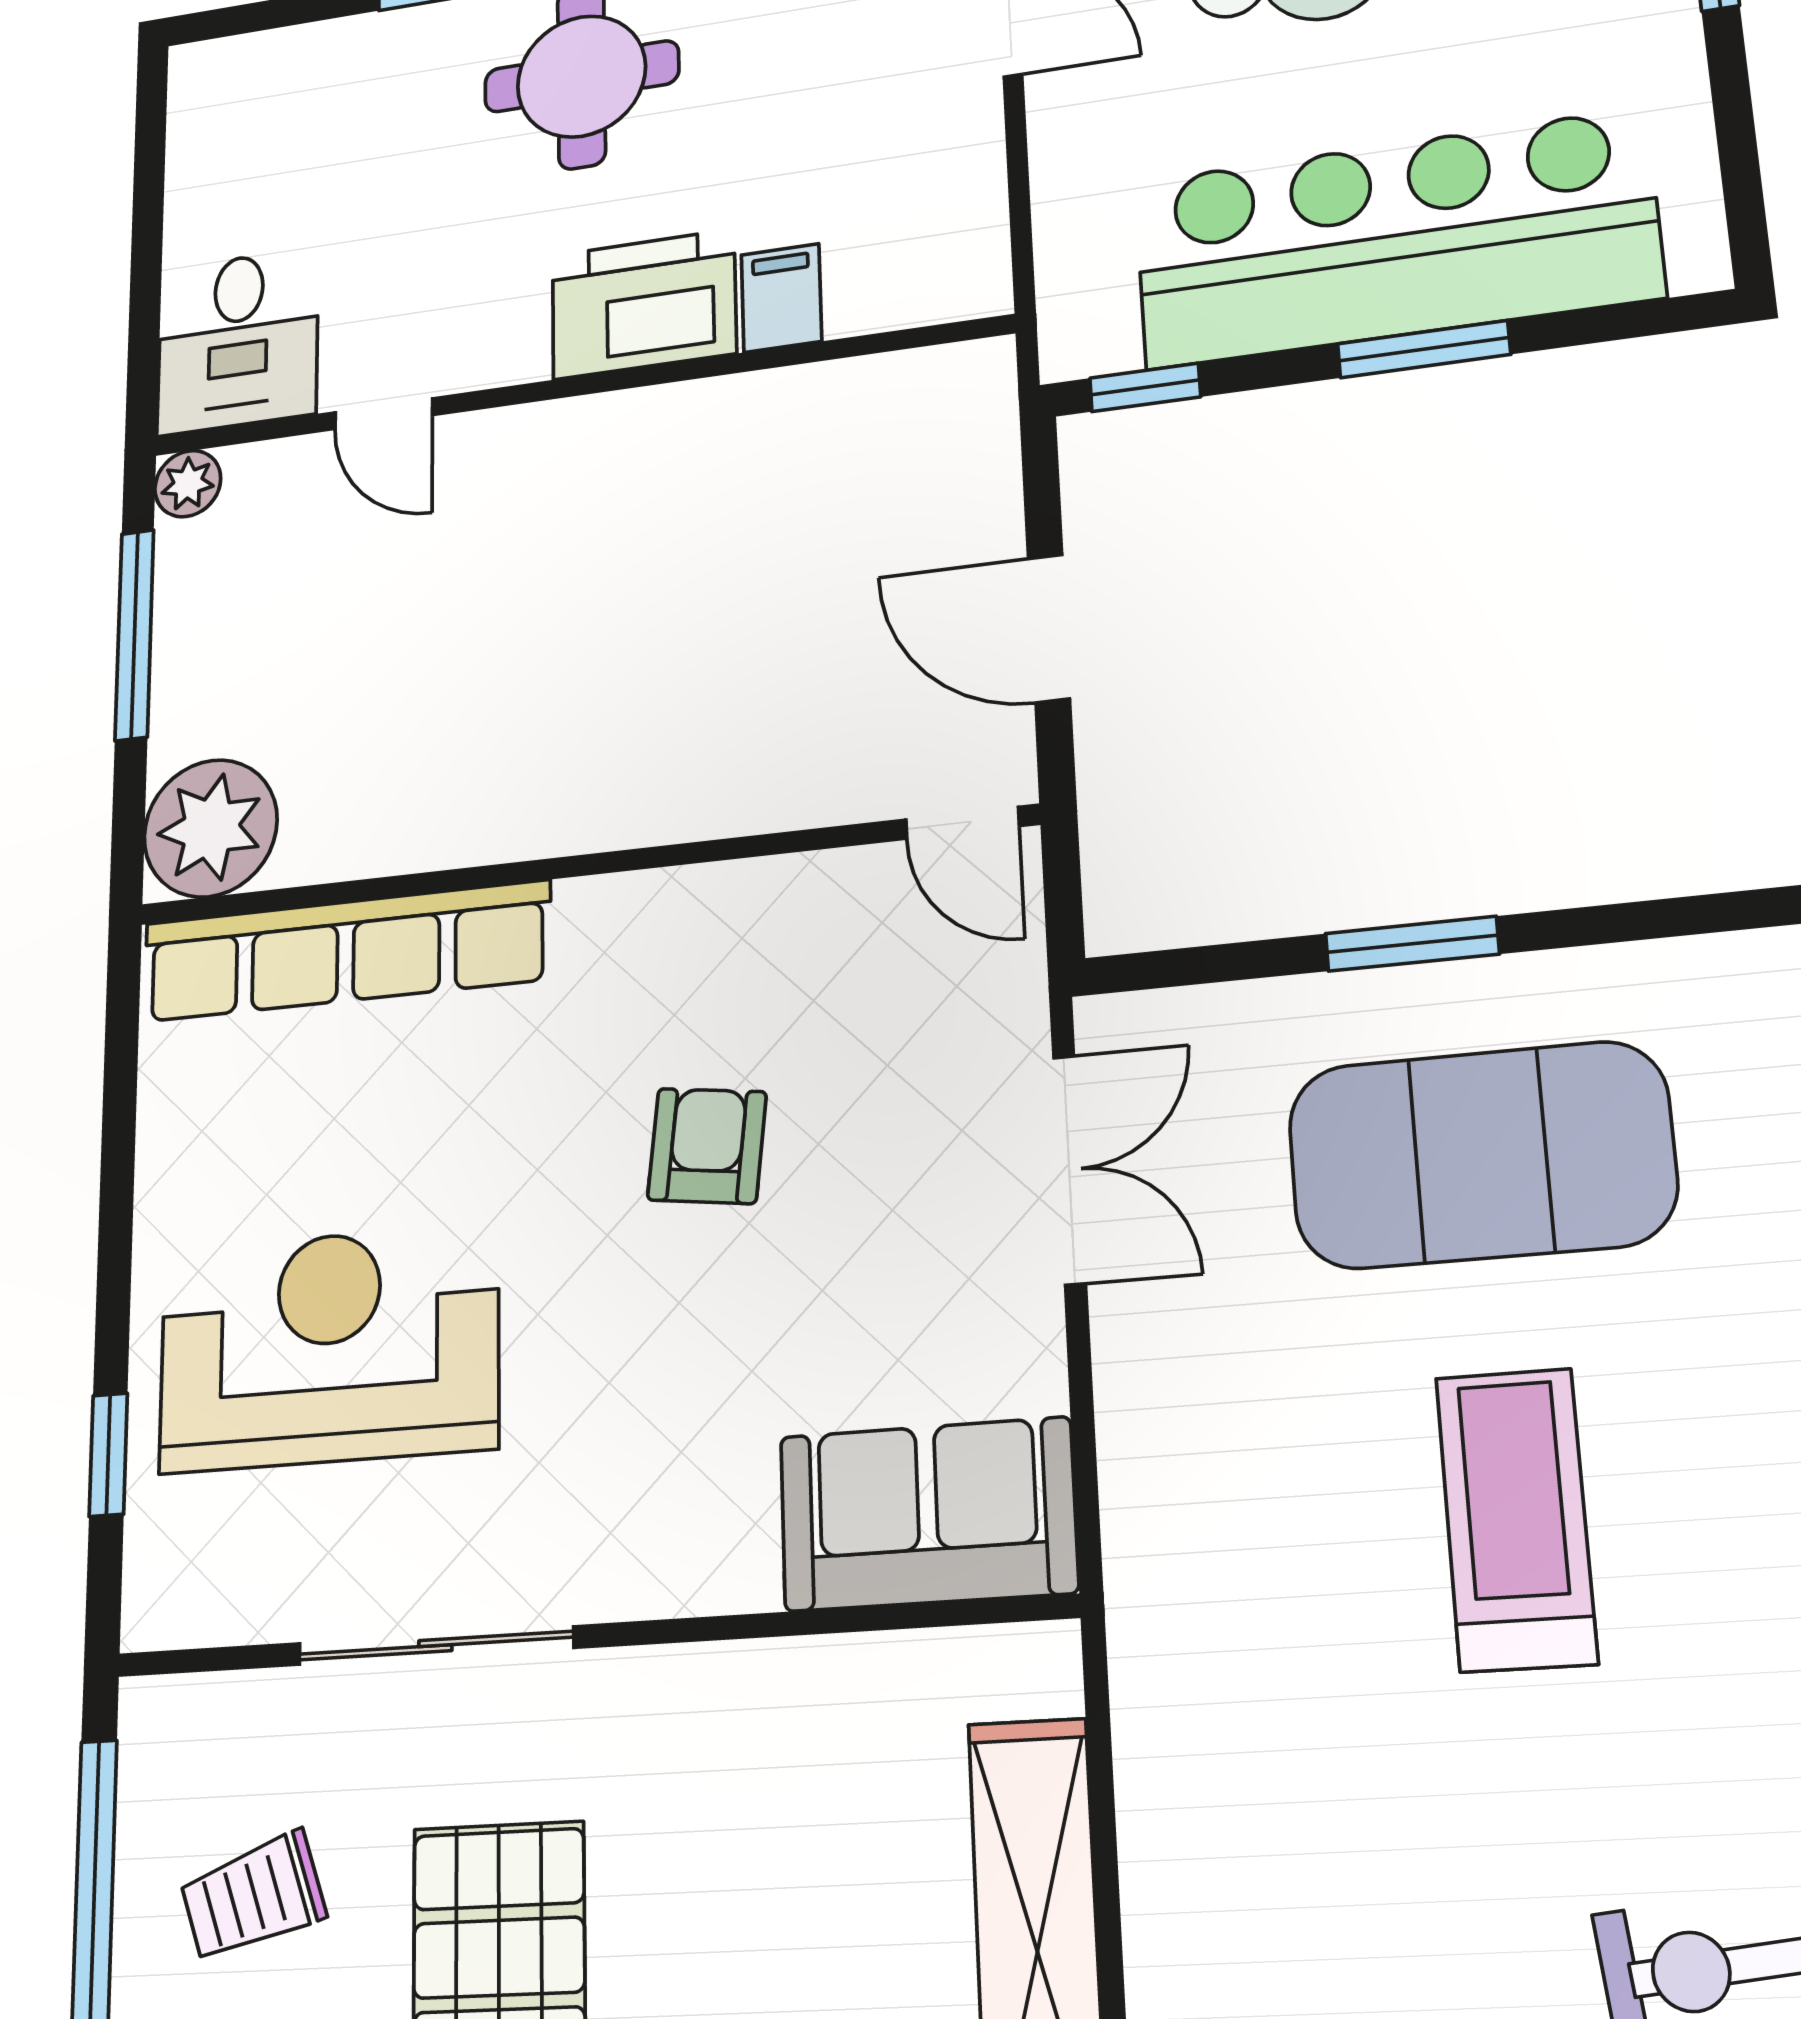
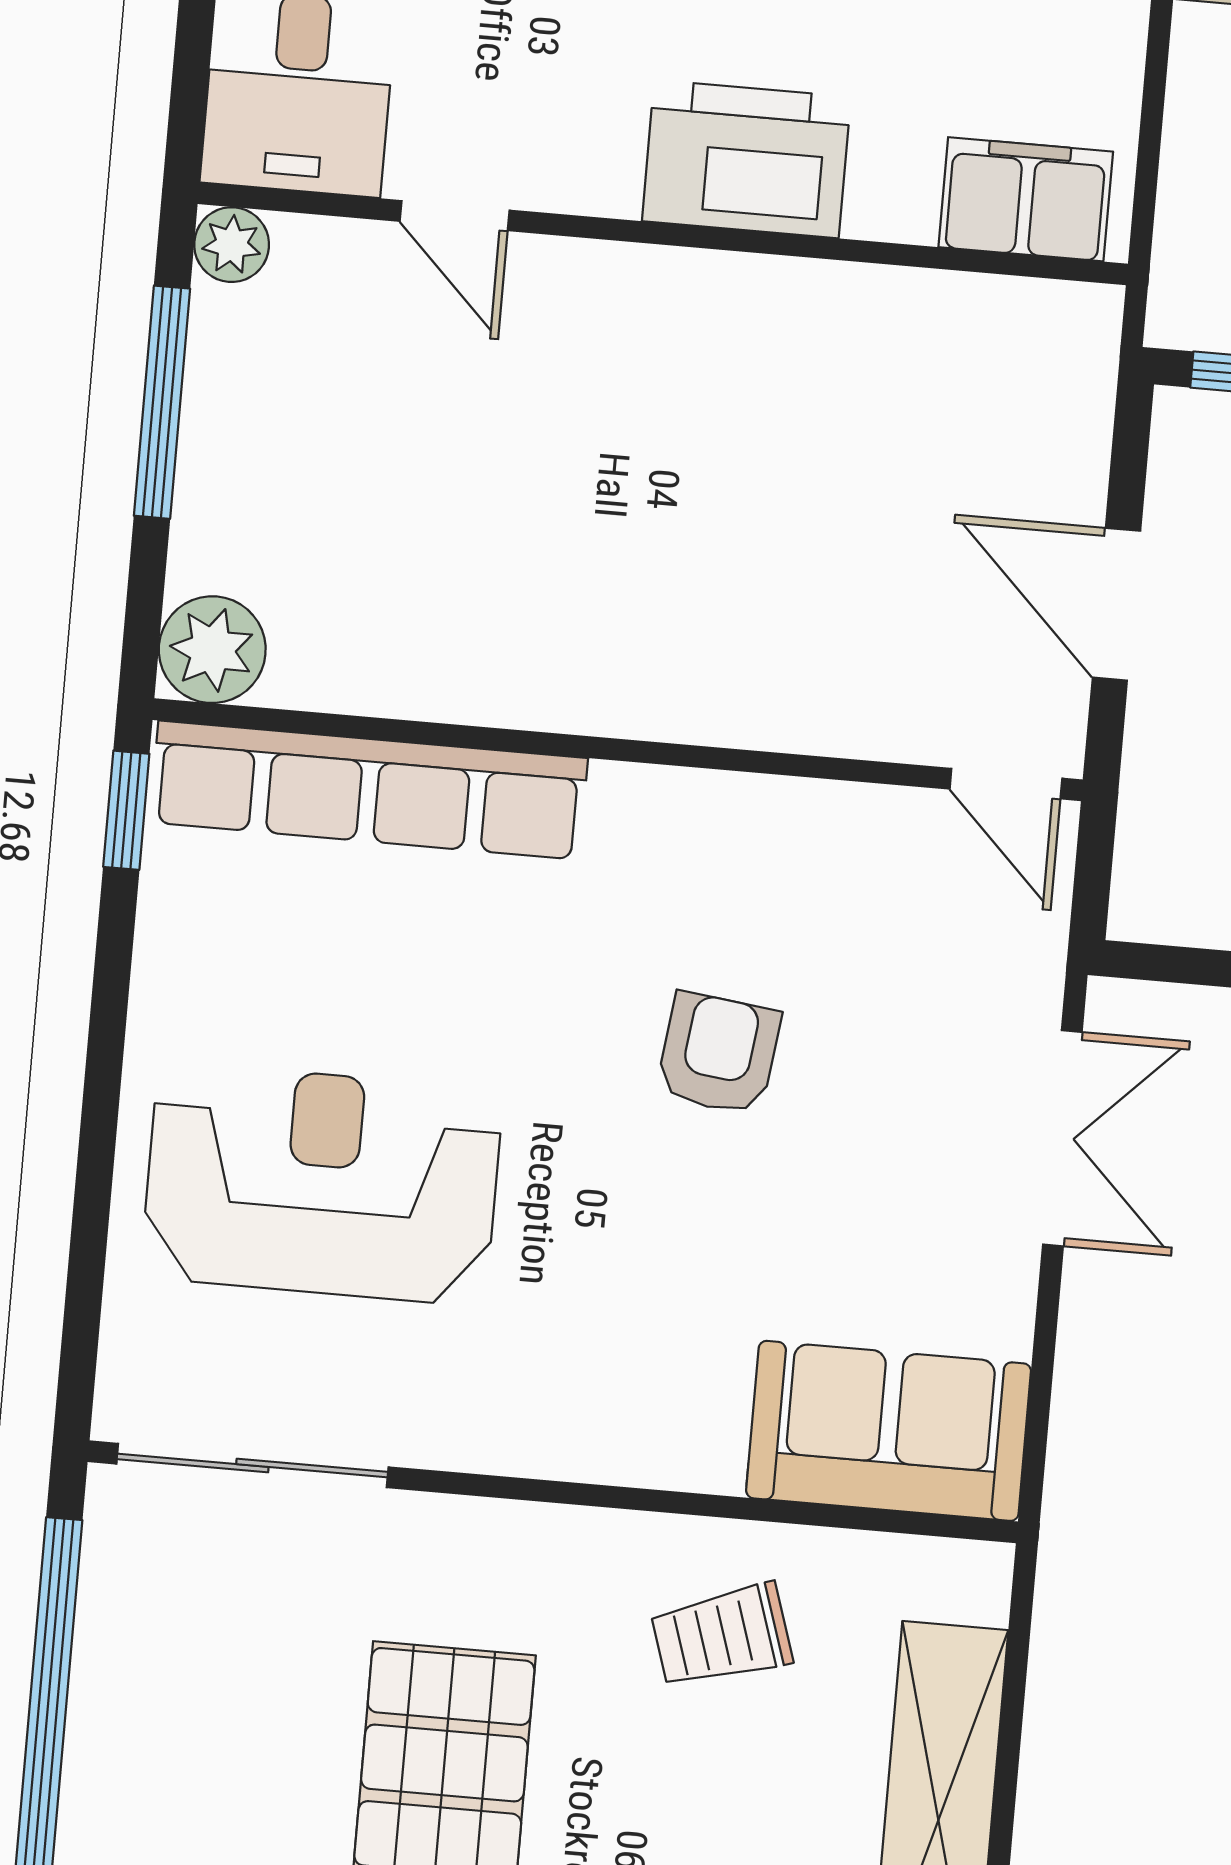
filing cabinet: (781, 298) -> (1026, 199), moved, width x2.00
plant: (210, 828) -> (212, 650), width x0.73, depth x0.73
window: (108, 1455) -> (126, 810), moved
sliding door: (435, 1646) -> (252, 1466), moved
trolley: (253, 1897) -> (722, 1636), moved

